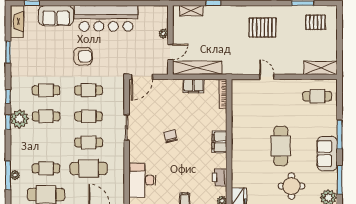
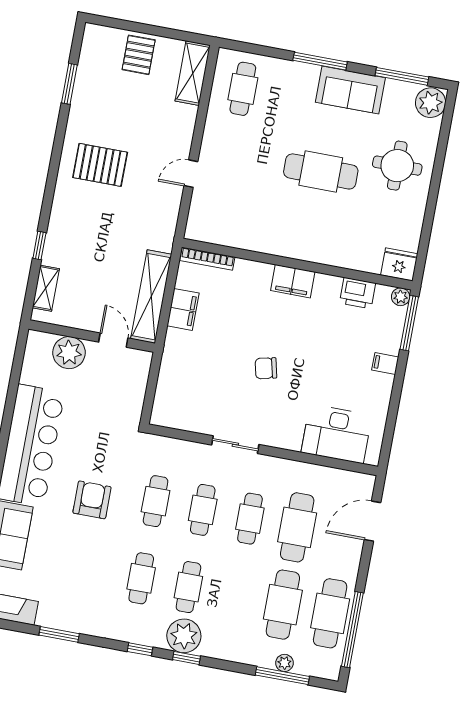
pallet: (316, 22) -> (139, 55), moved
pallet: (262, 28) -> (100, 165), turned 90
plant: (163, 34) -> (69, 353), width x1.87, depth x1.87
door: (142, 77) -> (149, 400), removed
cafe table: (46, 168) -> (283, 605), width x1.37, depth x1.35

